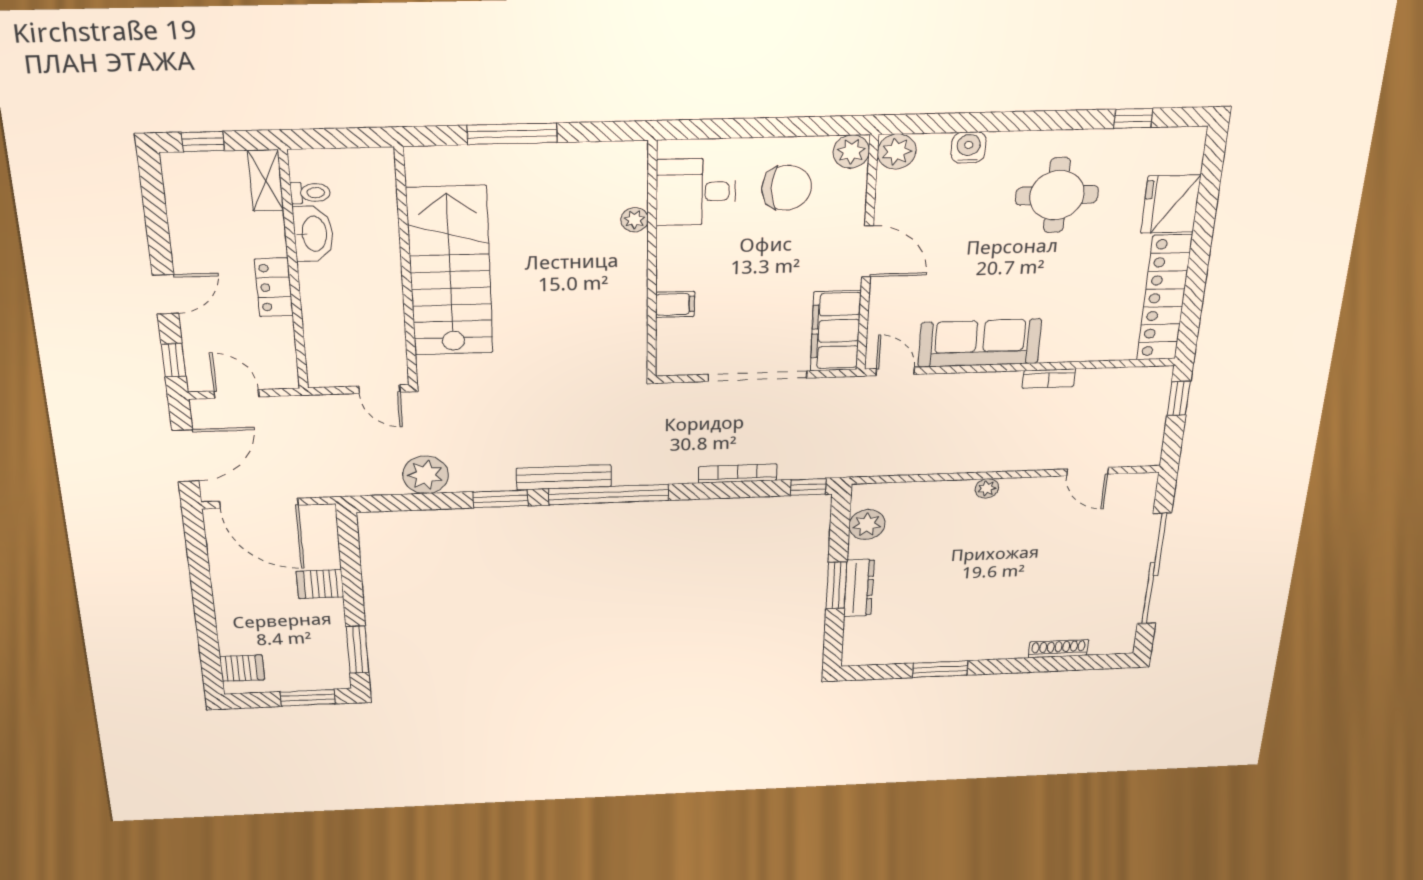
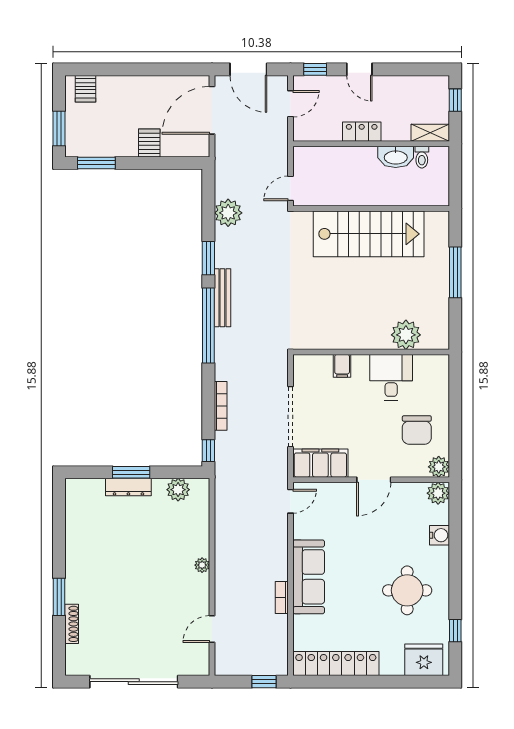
desk: (696, 192) -> (391, 377), moved
fridge: (1171, 204) -> (424, 660), moved
plant: (635, 220) -> (406, 335), width x1.87, depth x1.87
sofa: (980, 343) -> (309, 577), moved
window: (940, 669) -> (59, 597), moved

